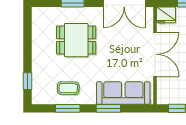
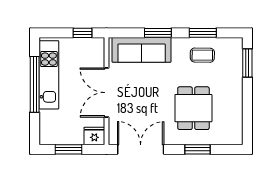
dining table: (76, 40) -> (193, 108), turned 90
window: (27, 81) -> (247, 63), width x1.50

